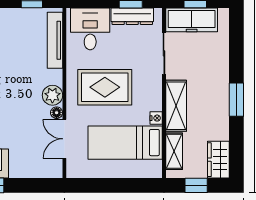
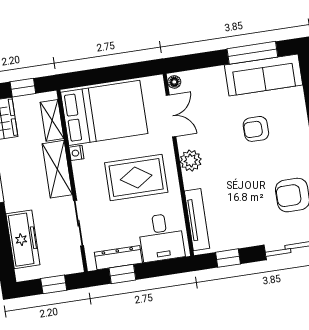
freezer: (192, 20) -> (23, 239), moved, turned 90
floor lamp: (57, 113) -> (174, 82), moved
bed: (125, 143) -> (104, 113), width x1.50

